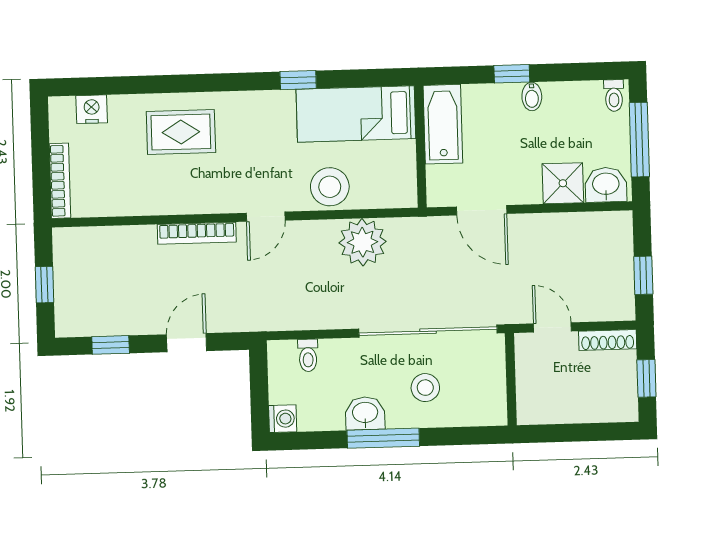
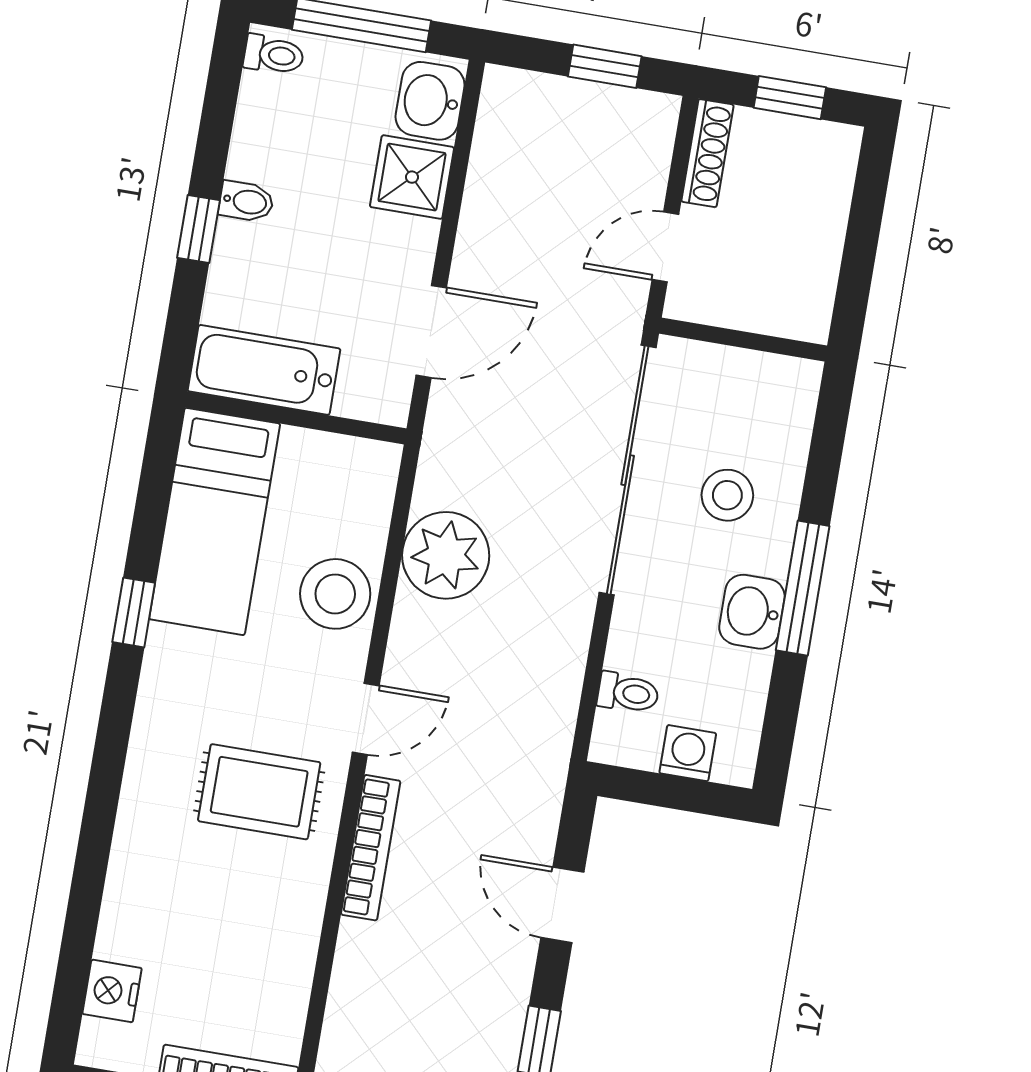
rug: (181, 132) -> (259, 792), moved, turned 90
door: (266, 217) -> (366, 719), hinge flipped
washing machine: (283, 419) -> (688, 753), moved

